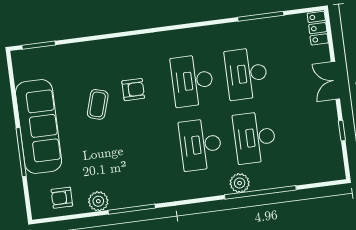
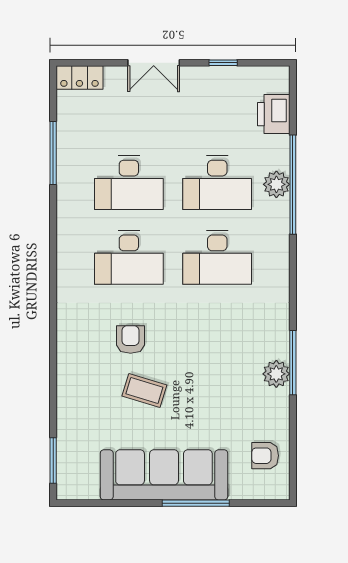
printer: (310, 172) -> (274, 114), added
plant: (240, 183) -> (276, 184), moved
armchair: (62, 198) -> (265, 456), turned 90
plant: (98, 201) -> (276, 374), moved

